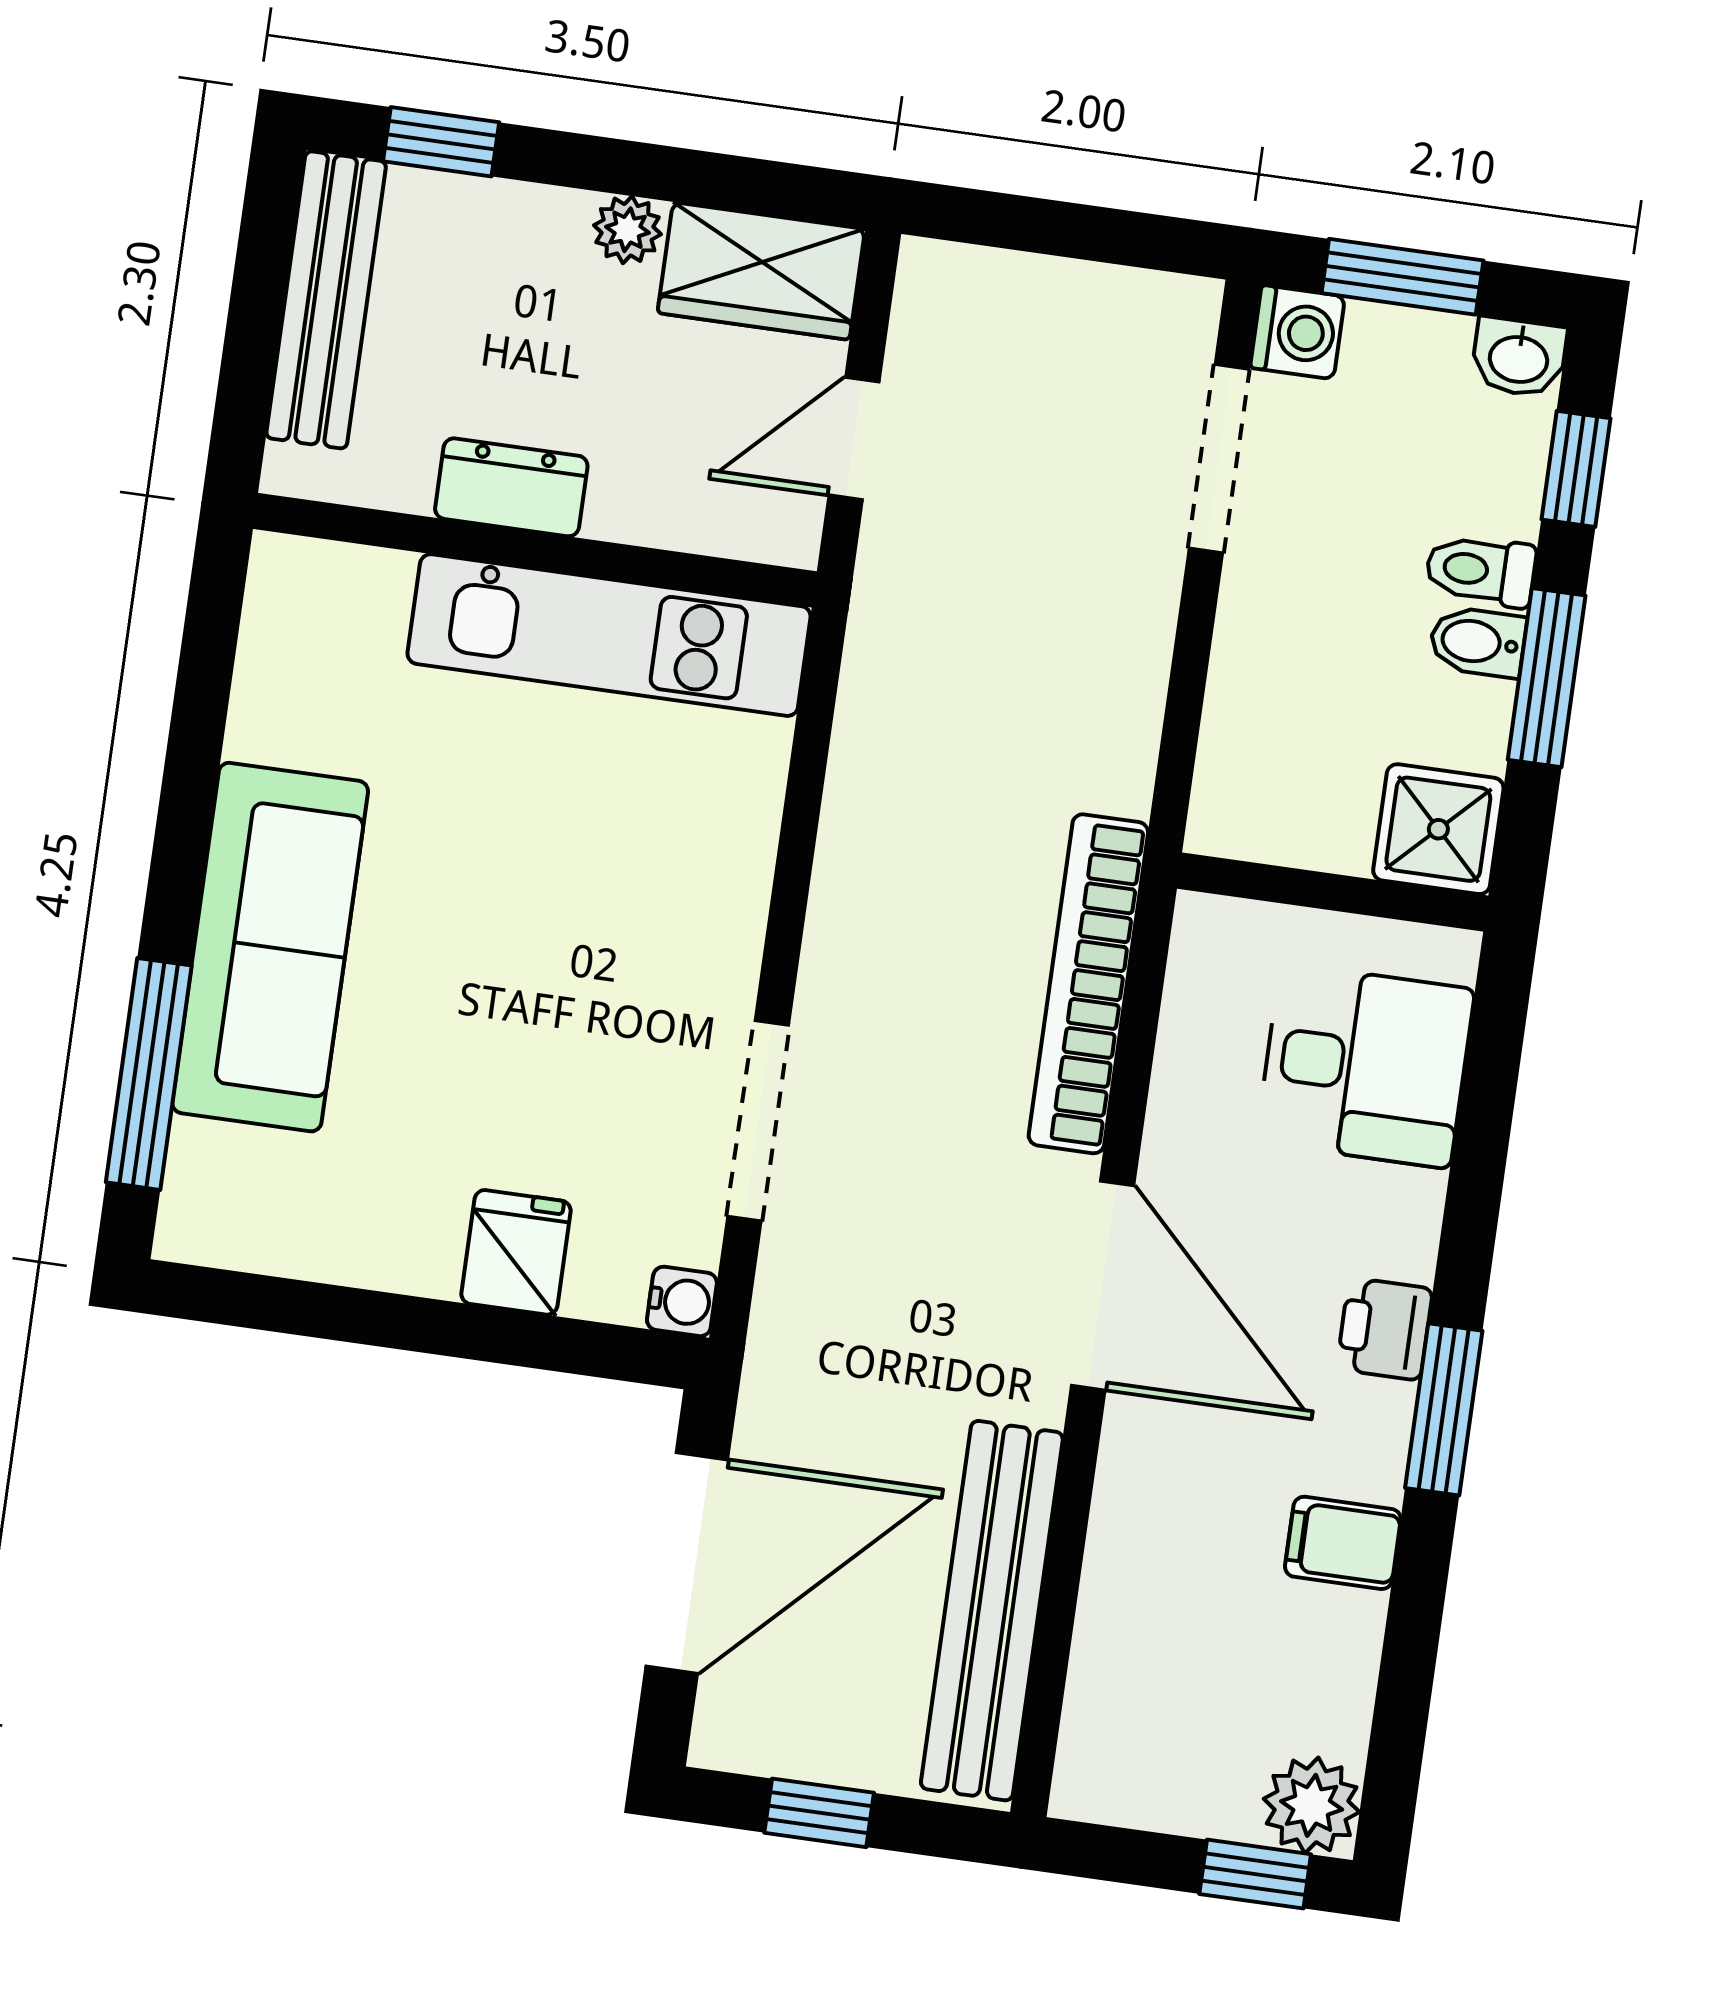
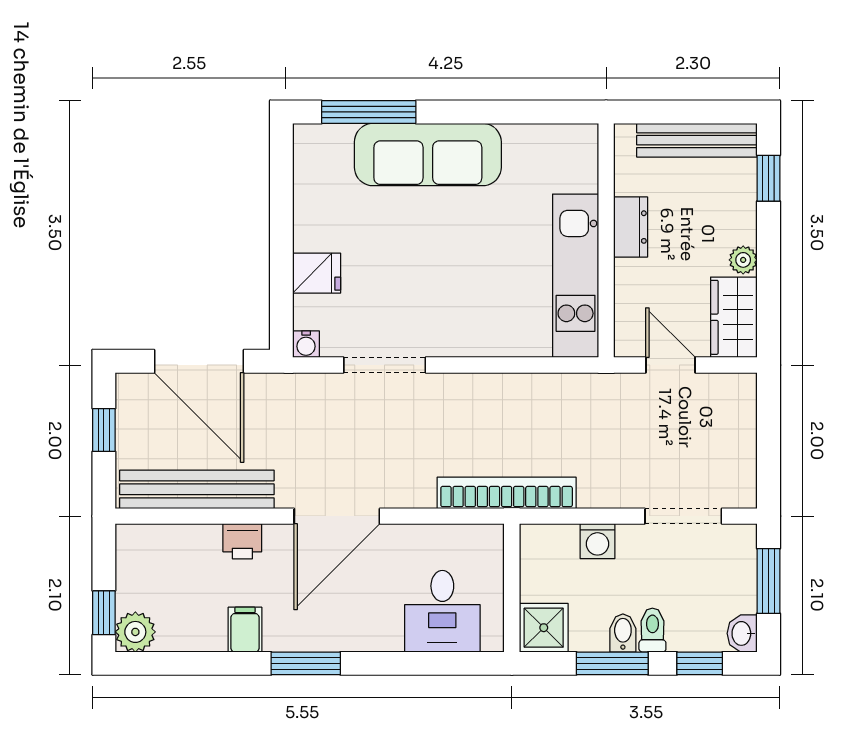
washing machine: (1298, 332) -> (597, 541), moved
bookcase: (1088, 984) -> (507, 493), moved
printer: (1385, 1329) -> (242, 541), moved, turned 180

